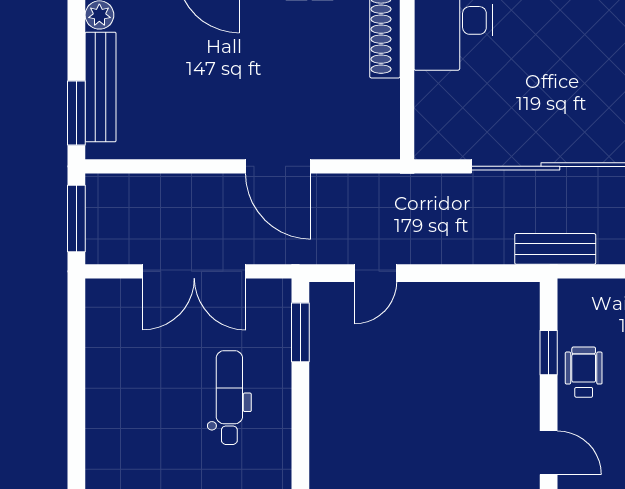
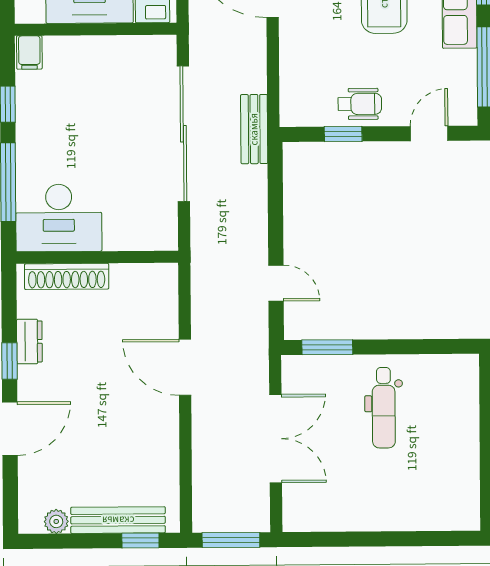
window: (76, 113) -> (140, 541), width x0.67
door: (278, 166) -> (185, 367), swing flipped
wheelchair: (584, 372) -> (360, 104), turned 180
dental chair: (229, 398) -> (384, 408), turned -90

